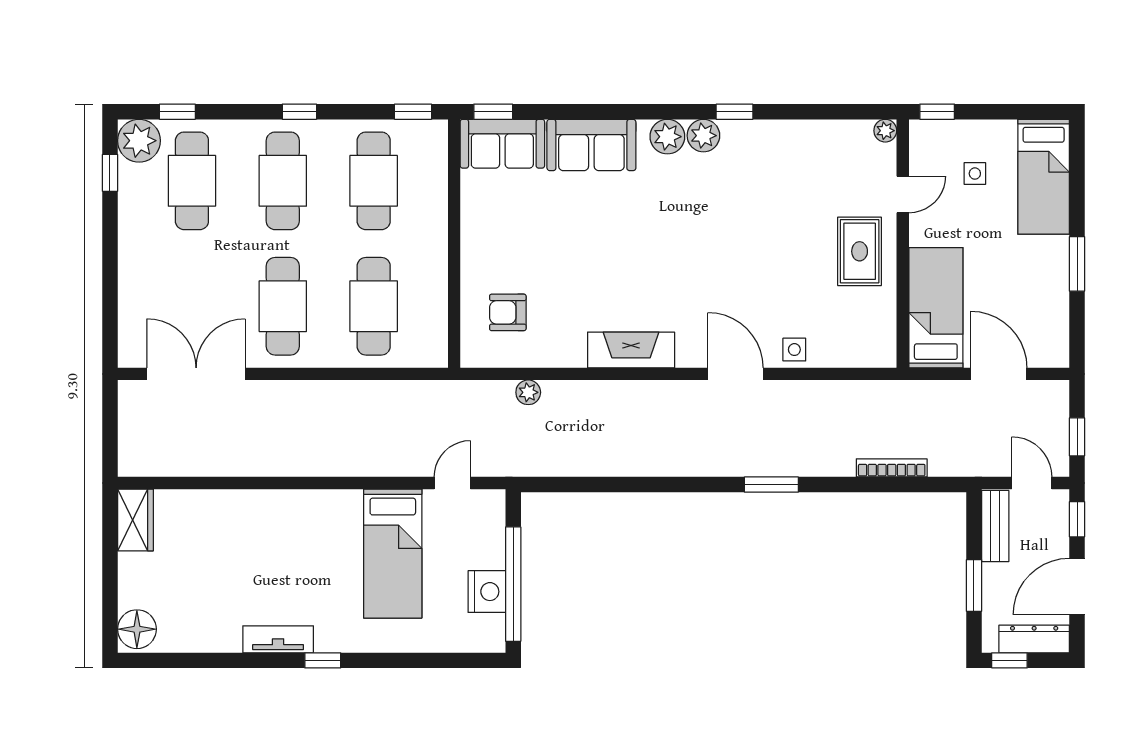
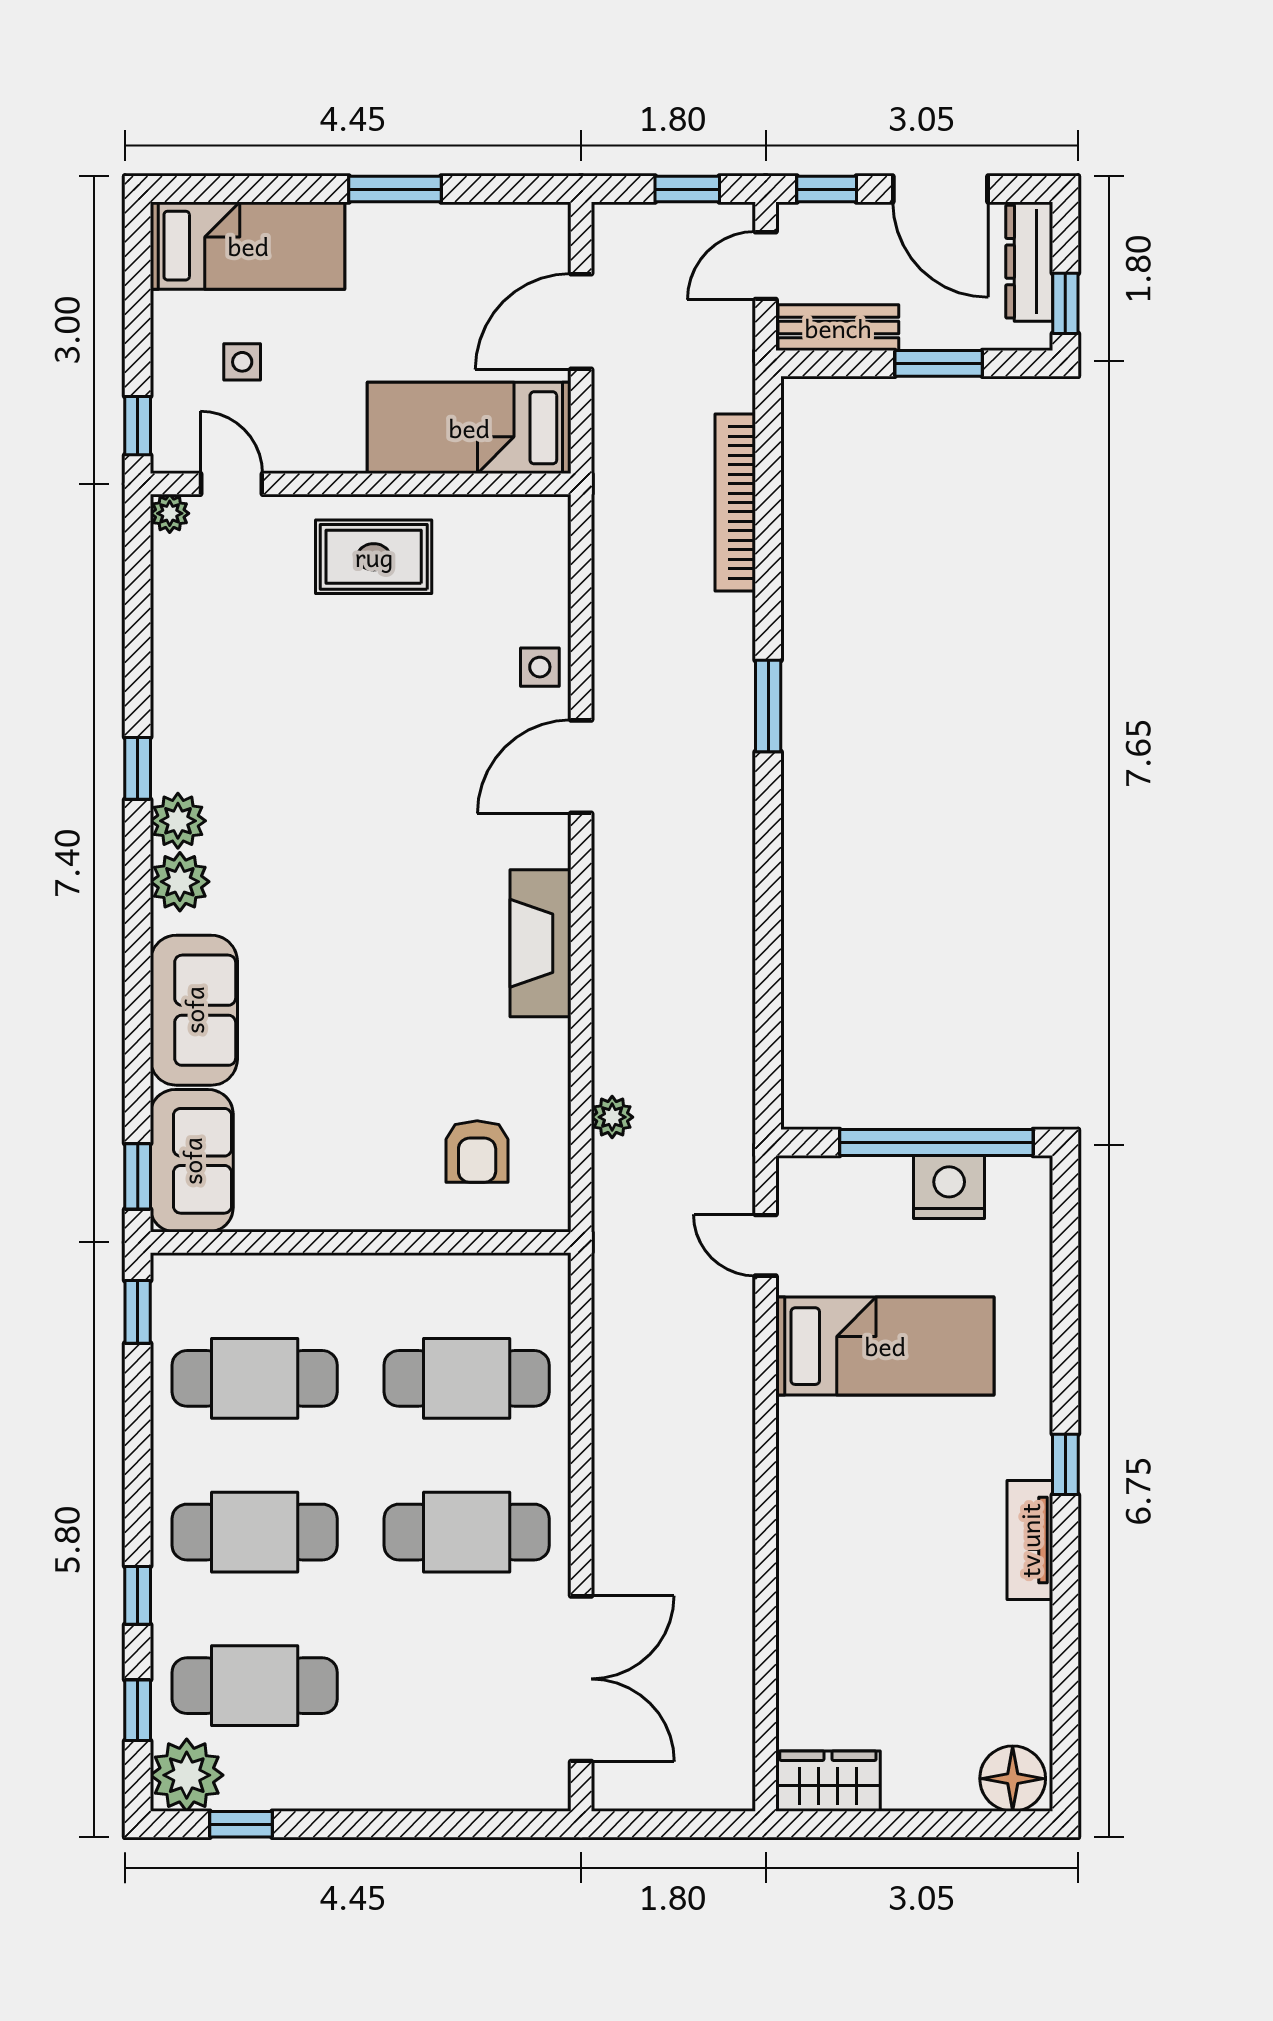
window: (299, 112) -> (138, 1595), moved
door: (903, 194) -> (232, 484), moved
double door: (196, 374) -> (581, 1679), swing flipped
bookcase: (892, 468) -> (735, 502), width x1.48, depth x1.31

